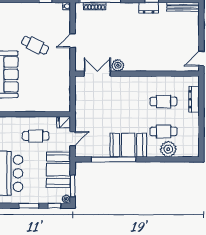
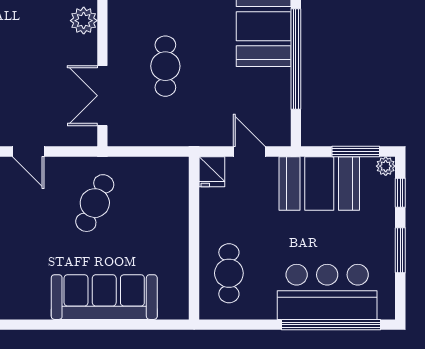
cafe table: (35, 45) -> (95, 203), moved
plant: (118, 65) -> (84, 21), moved
cafe table: (110, 102) -> (165, 66), added
cafe table: (36, 136) -> (229, 273), moved

